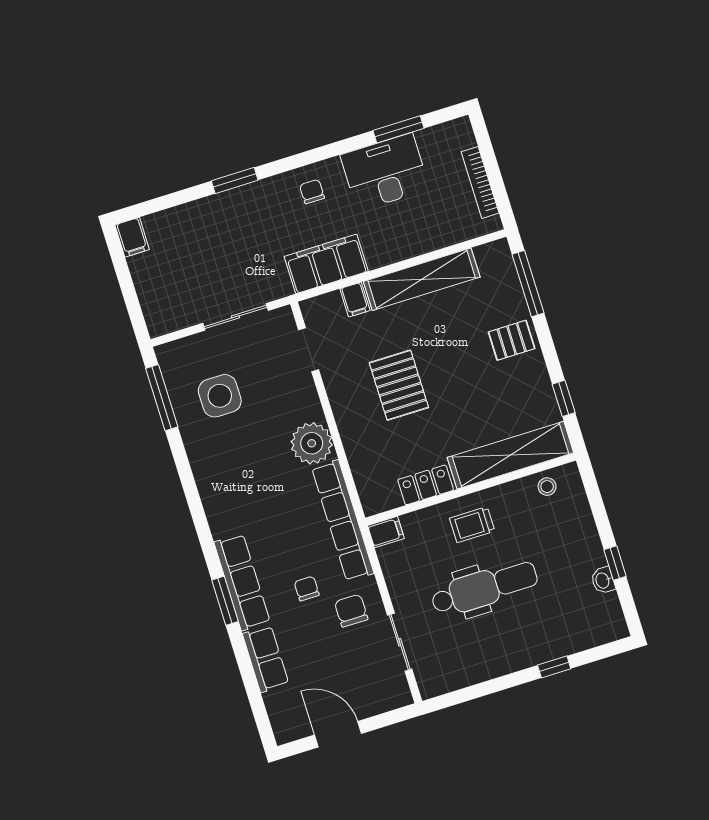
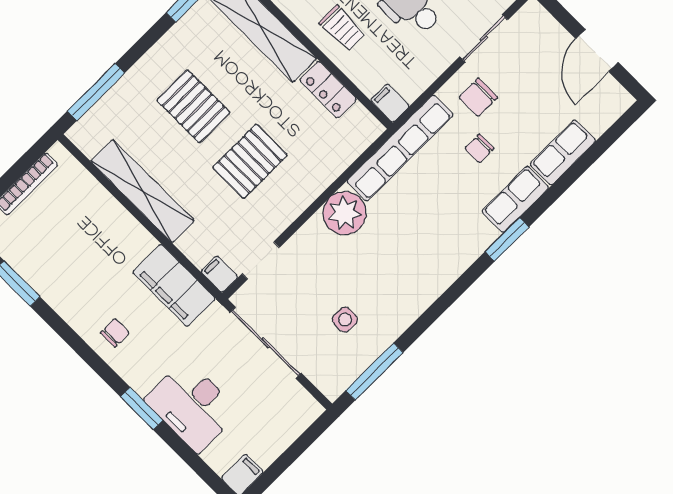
desk: (385, 172) -> (192, 406), moved
chair: (312, 192) -> (115, 333), turned 180
filing cabinet: (355, 300) -> (219, 274), moved, turned -90
sliding door: (235, 317) -> (266, 343), width x1.37
pallet: (512, 340) -> (193, 106), moved, width x1.50, depth x1.42
side table: (220, 396) -> (345, 320), width x0.54, depth x0.54
row of seats: (242, 582) -> (515, 199), width x0.68
window: (225, 601) -> (507, 239), moved

